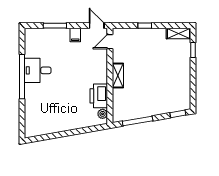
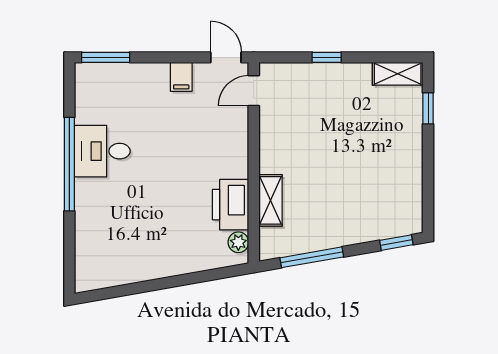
window: (55, 26) -> (106, 57), moved
shelving: (118, 76) -> (270, 200), moved

